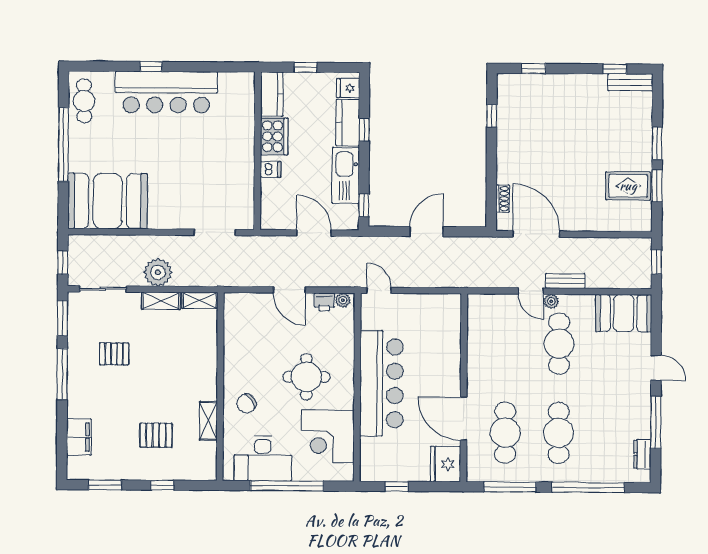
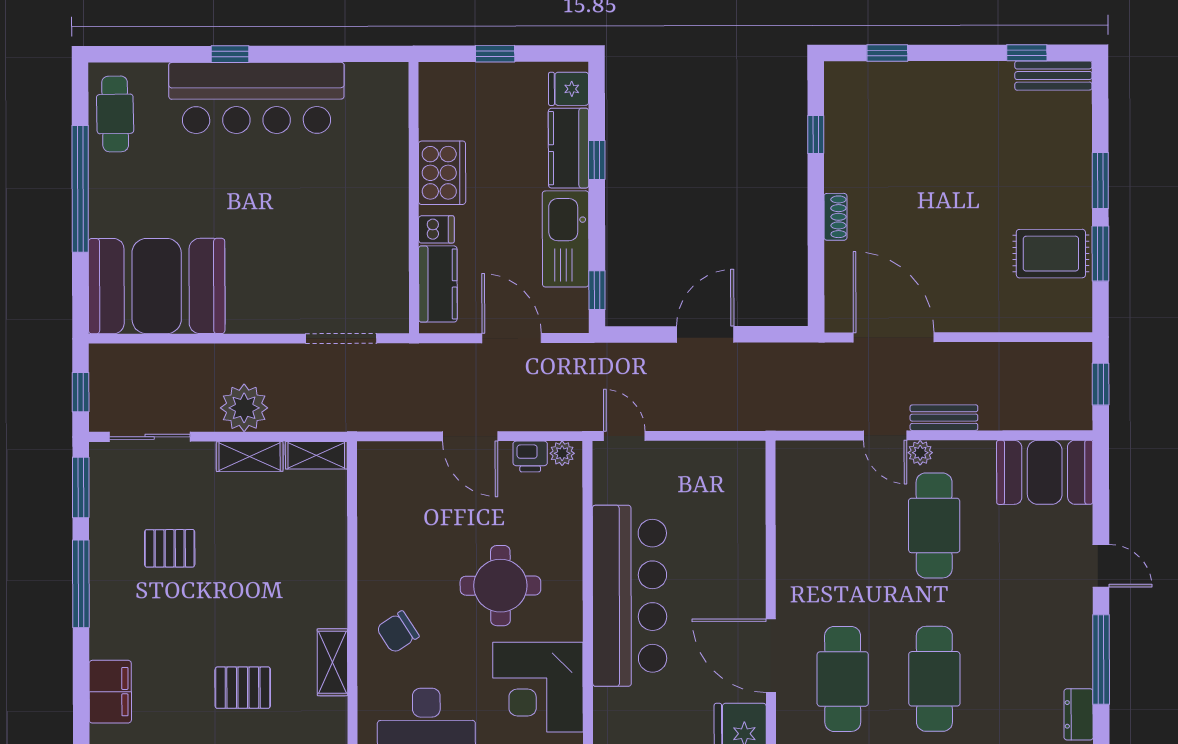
kitchen counter: (272, 94) -> (438, 284), moved
shoe rack: (503, 199) -> (835, 217), moved

